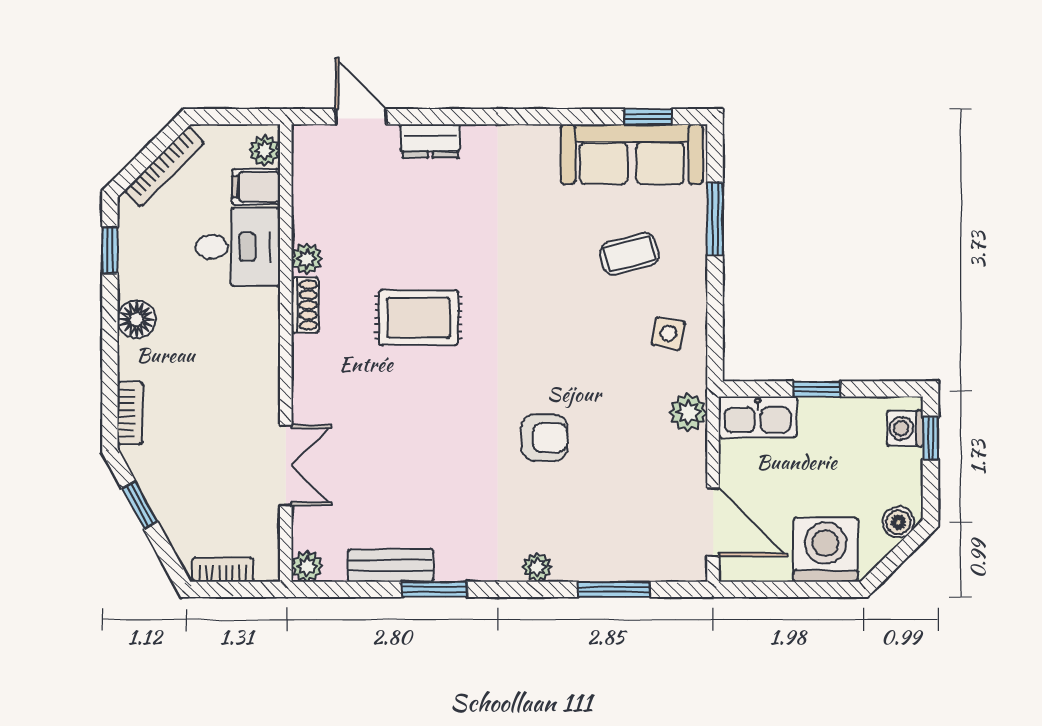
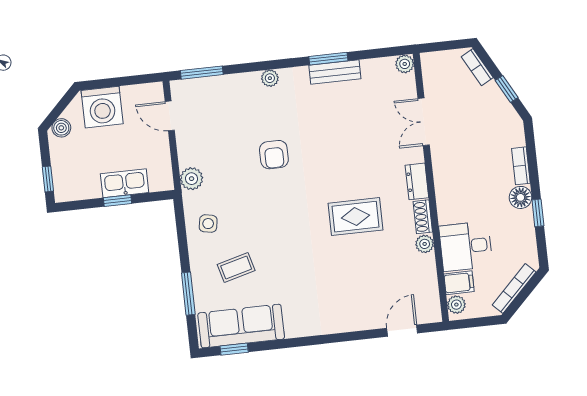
door: (361, 117) -> (402, 331), swing flipped
dresser: (430, 141) -> (417, 181), moved, turned -90
window: (110, 250) -> (538, 213), moved
bookcase: (130, 413) -> (521, 166), moved
kitchen sink: (758, 417) -> (125, 183), moved
washing machine: (905, 428) -> (64, 183), removed
armchair: (544, 438) -> (274, 155), turned -90
door: (713, 522) -> (170, 116), width x0.73
bench: (391, 565) -> (335, 72), moved
bookcase: (223, 570) -> (477, 67), moved, turned 61
window: (614, 589) -> (202, 73), moved

